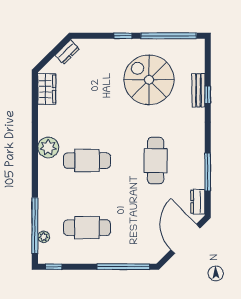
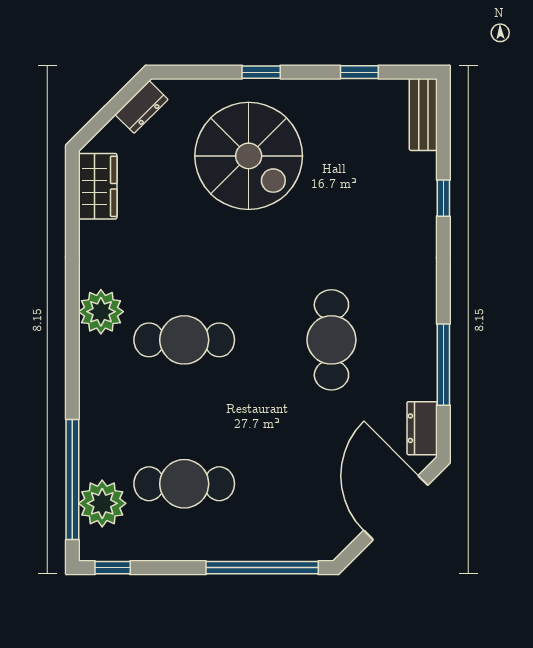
window: (169, 36) -> (359, 72), width x0.32
spiral stairs: (149, 80) -> (249, 156), moved, turned 180
bench: (198, 90) -> (423, 114), moved
plant: (44, 237) -> (102, 503), width x1.88, depth x1.88

